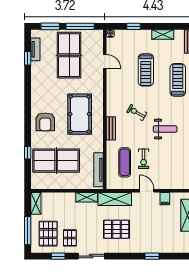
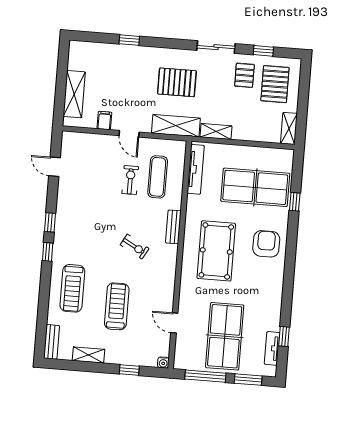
weight bench: (165, 129) -> (96, 220), removed
window: (28, 231) -> (304, 91), removed

